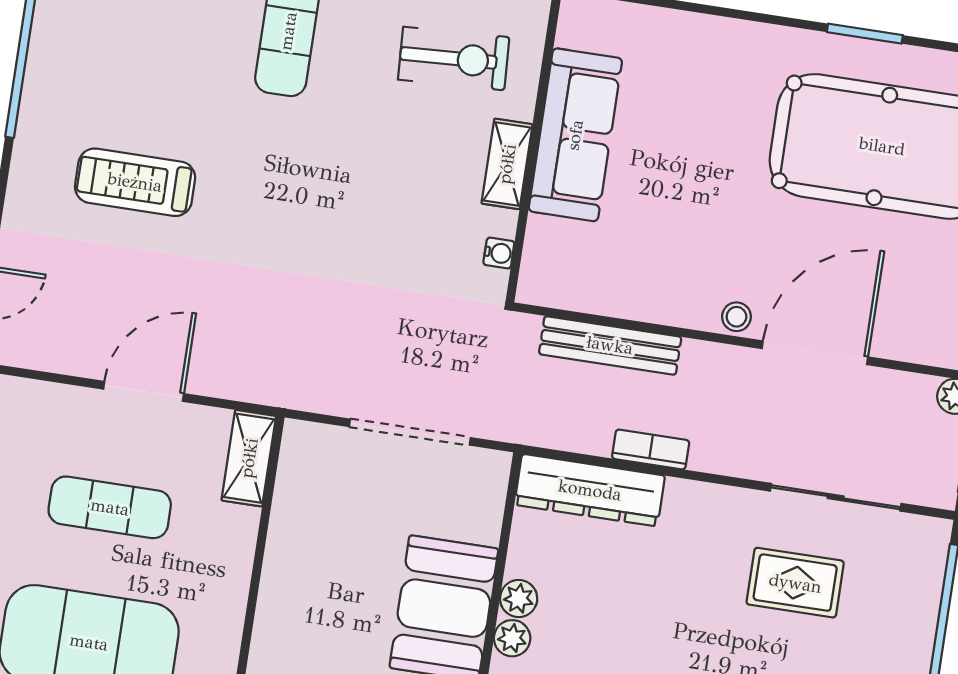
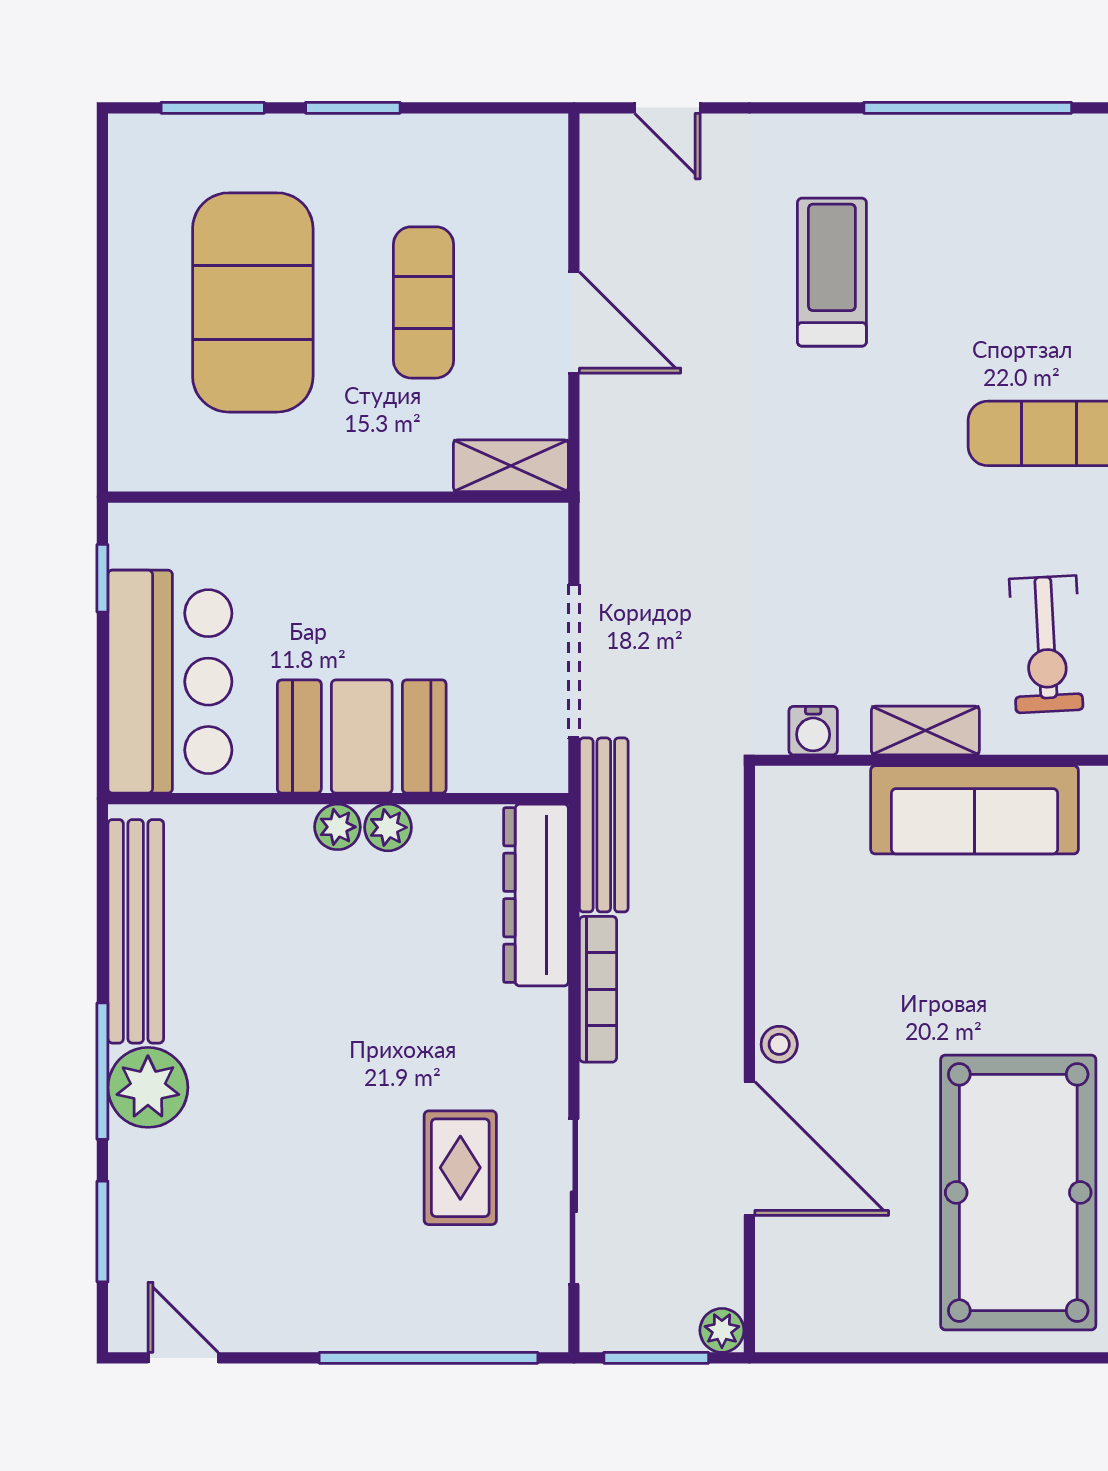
water cooler: (499, 253) -> (813, 731), width x1.38, depth x1.38
bench: (610, 345) -> (604, 825), moved
bookcase: (651, 449) -> (598, 989), width x1.56

